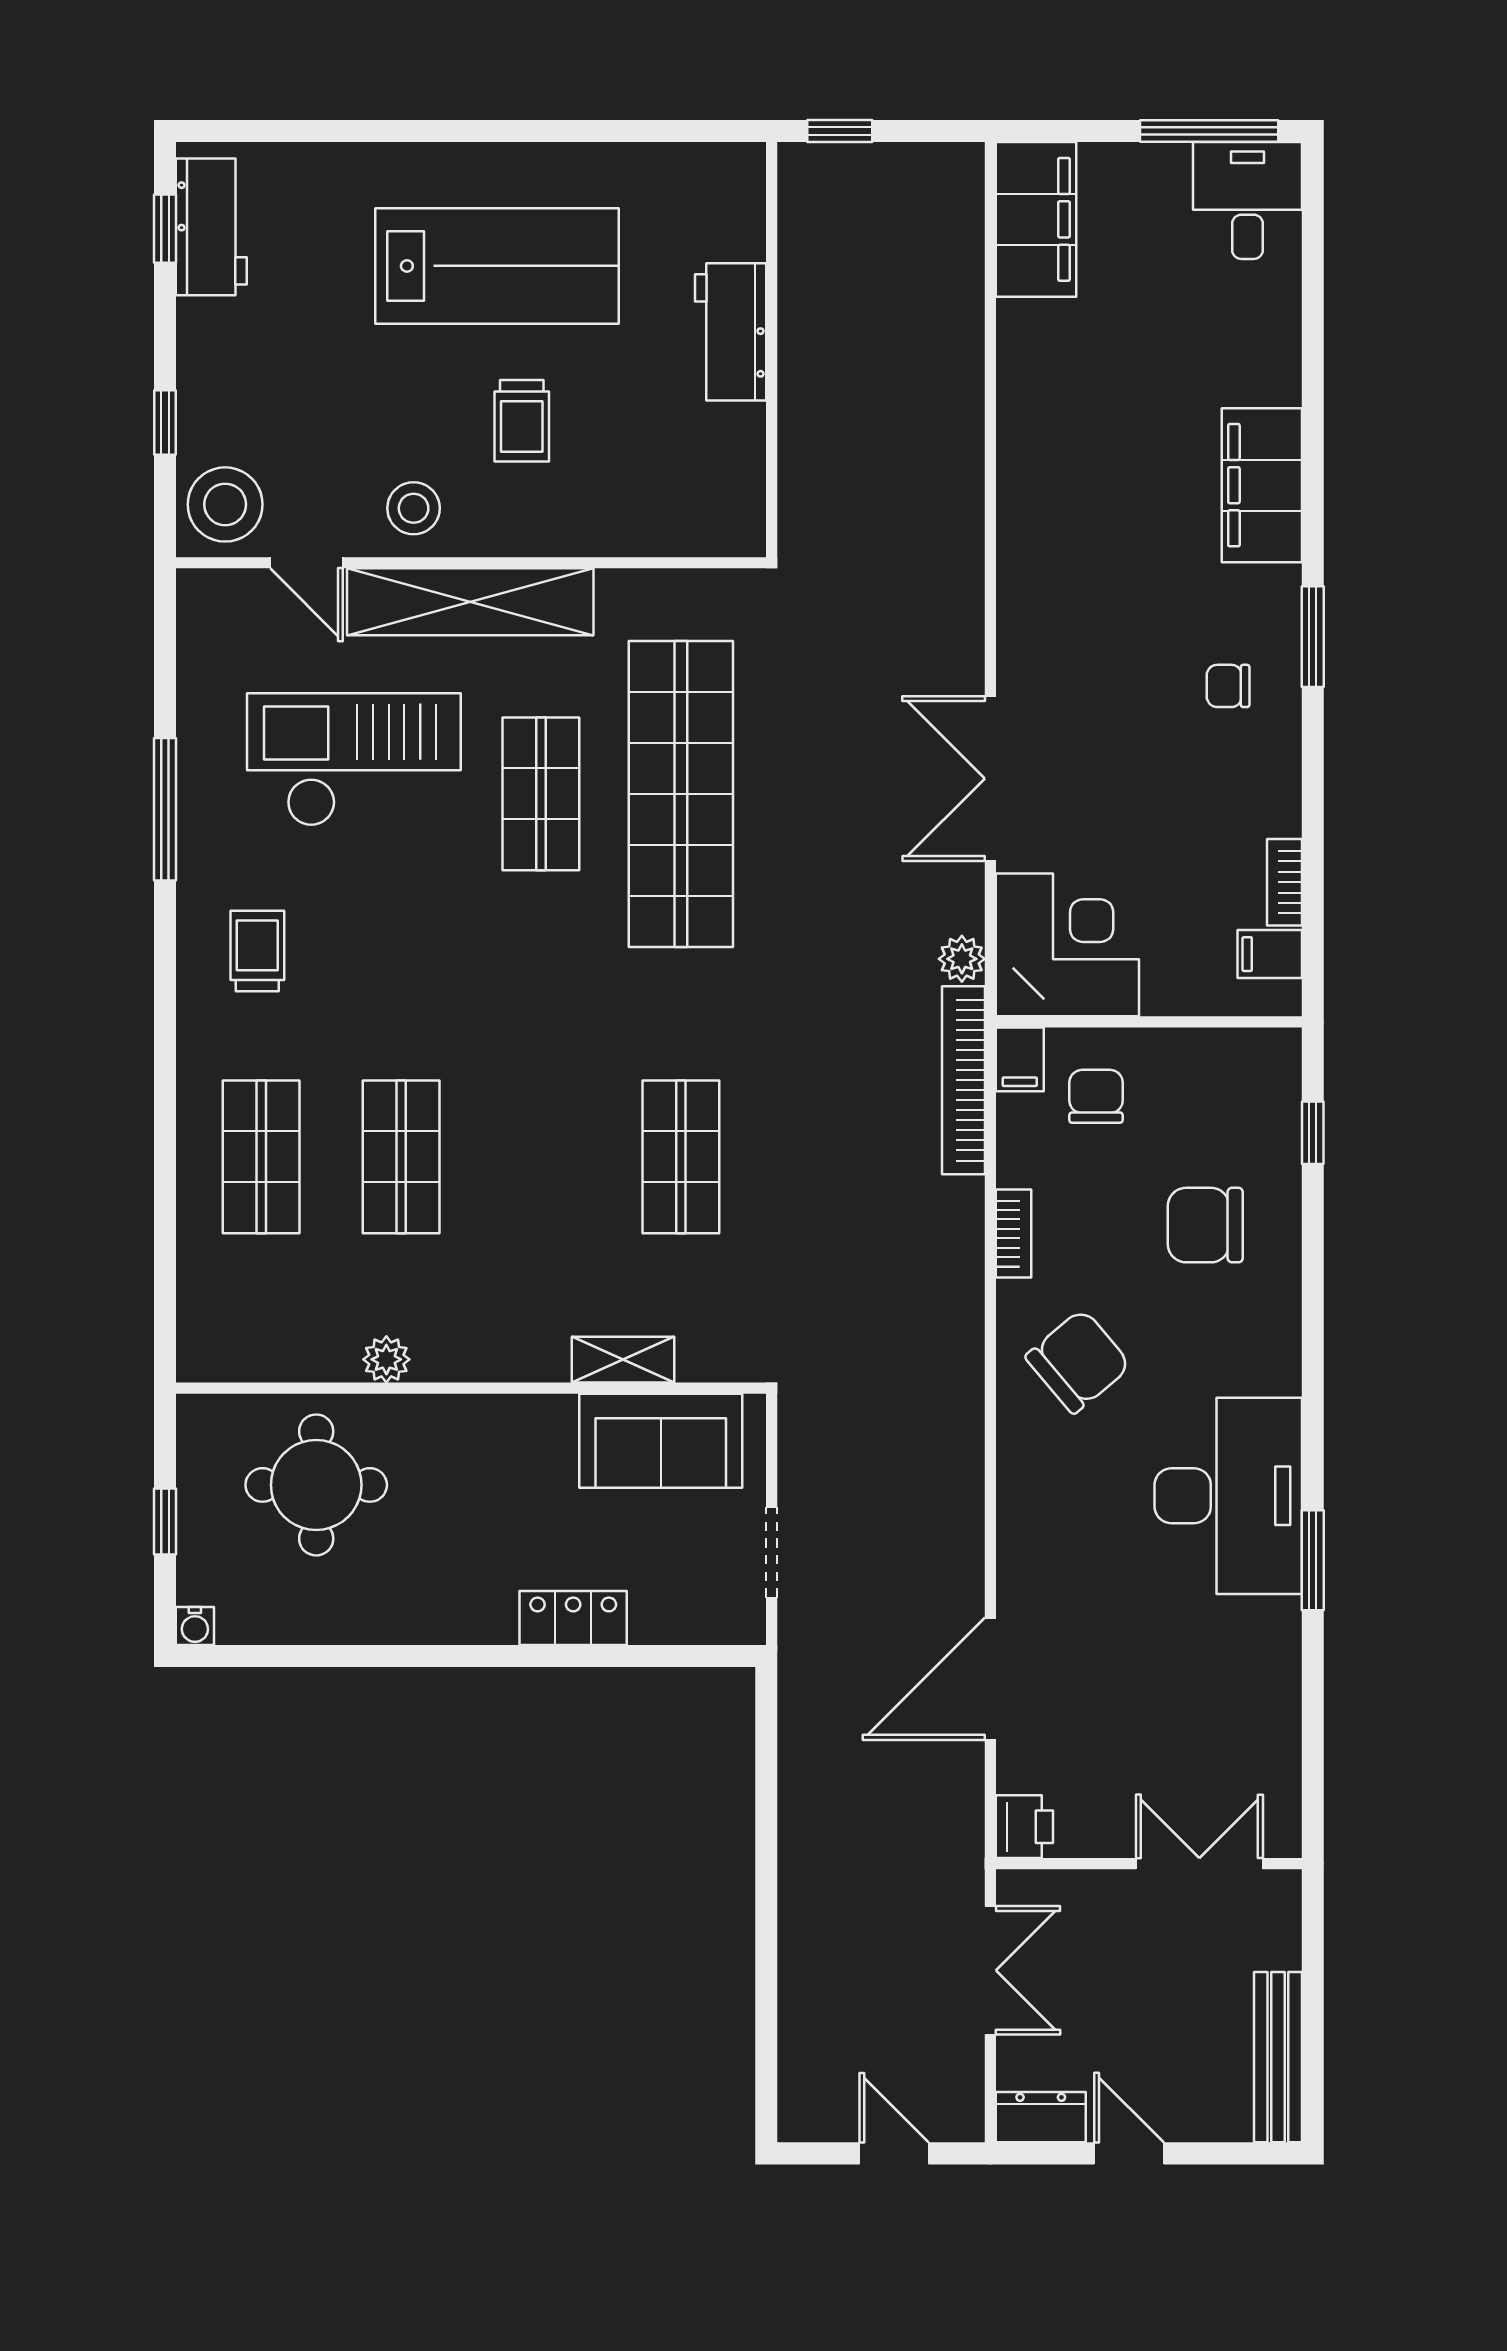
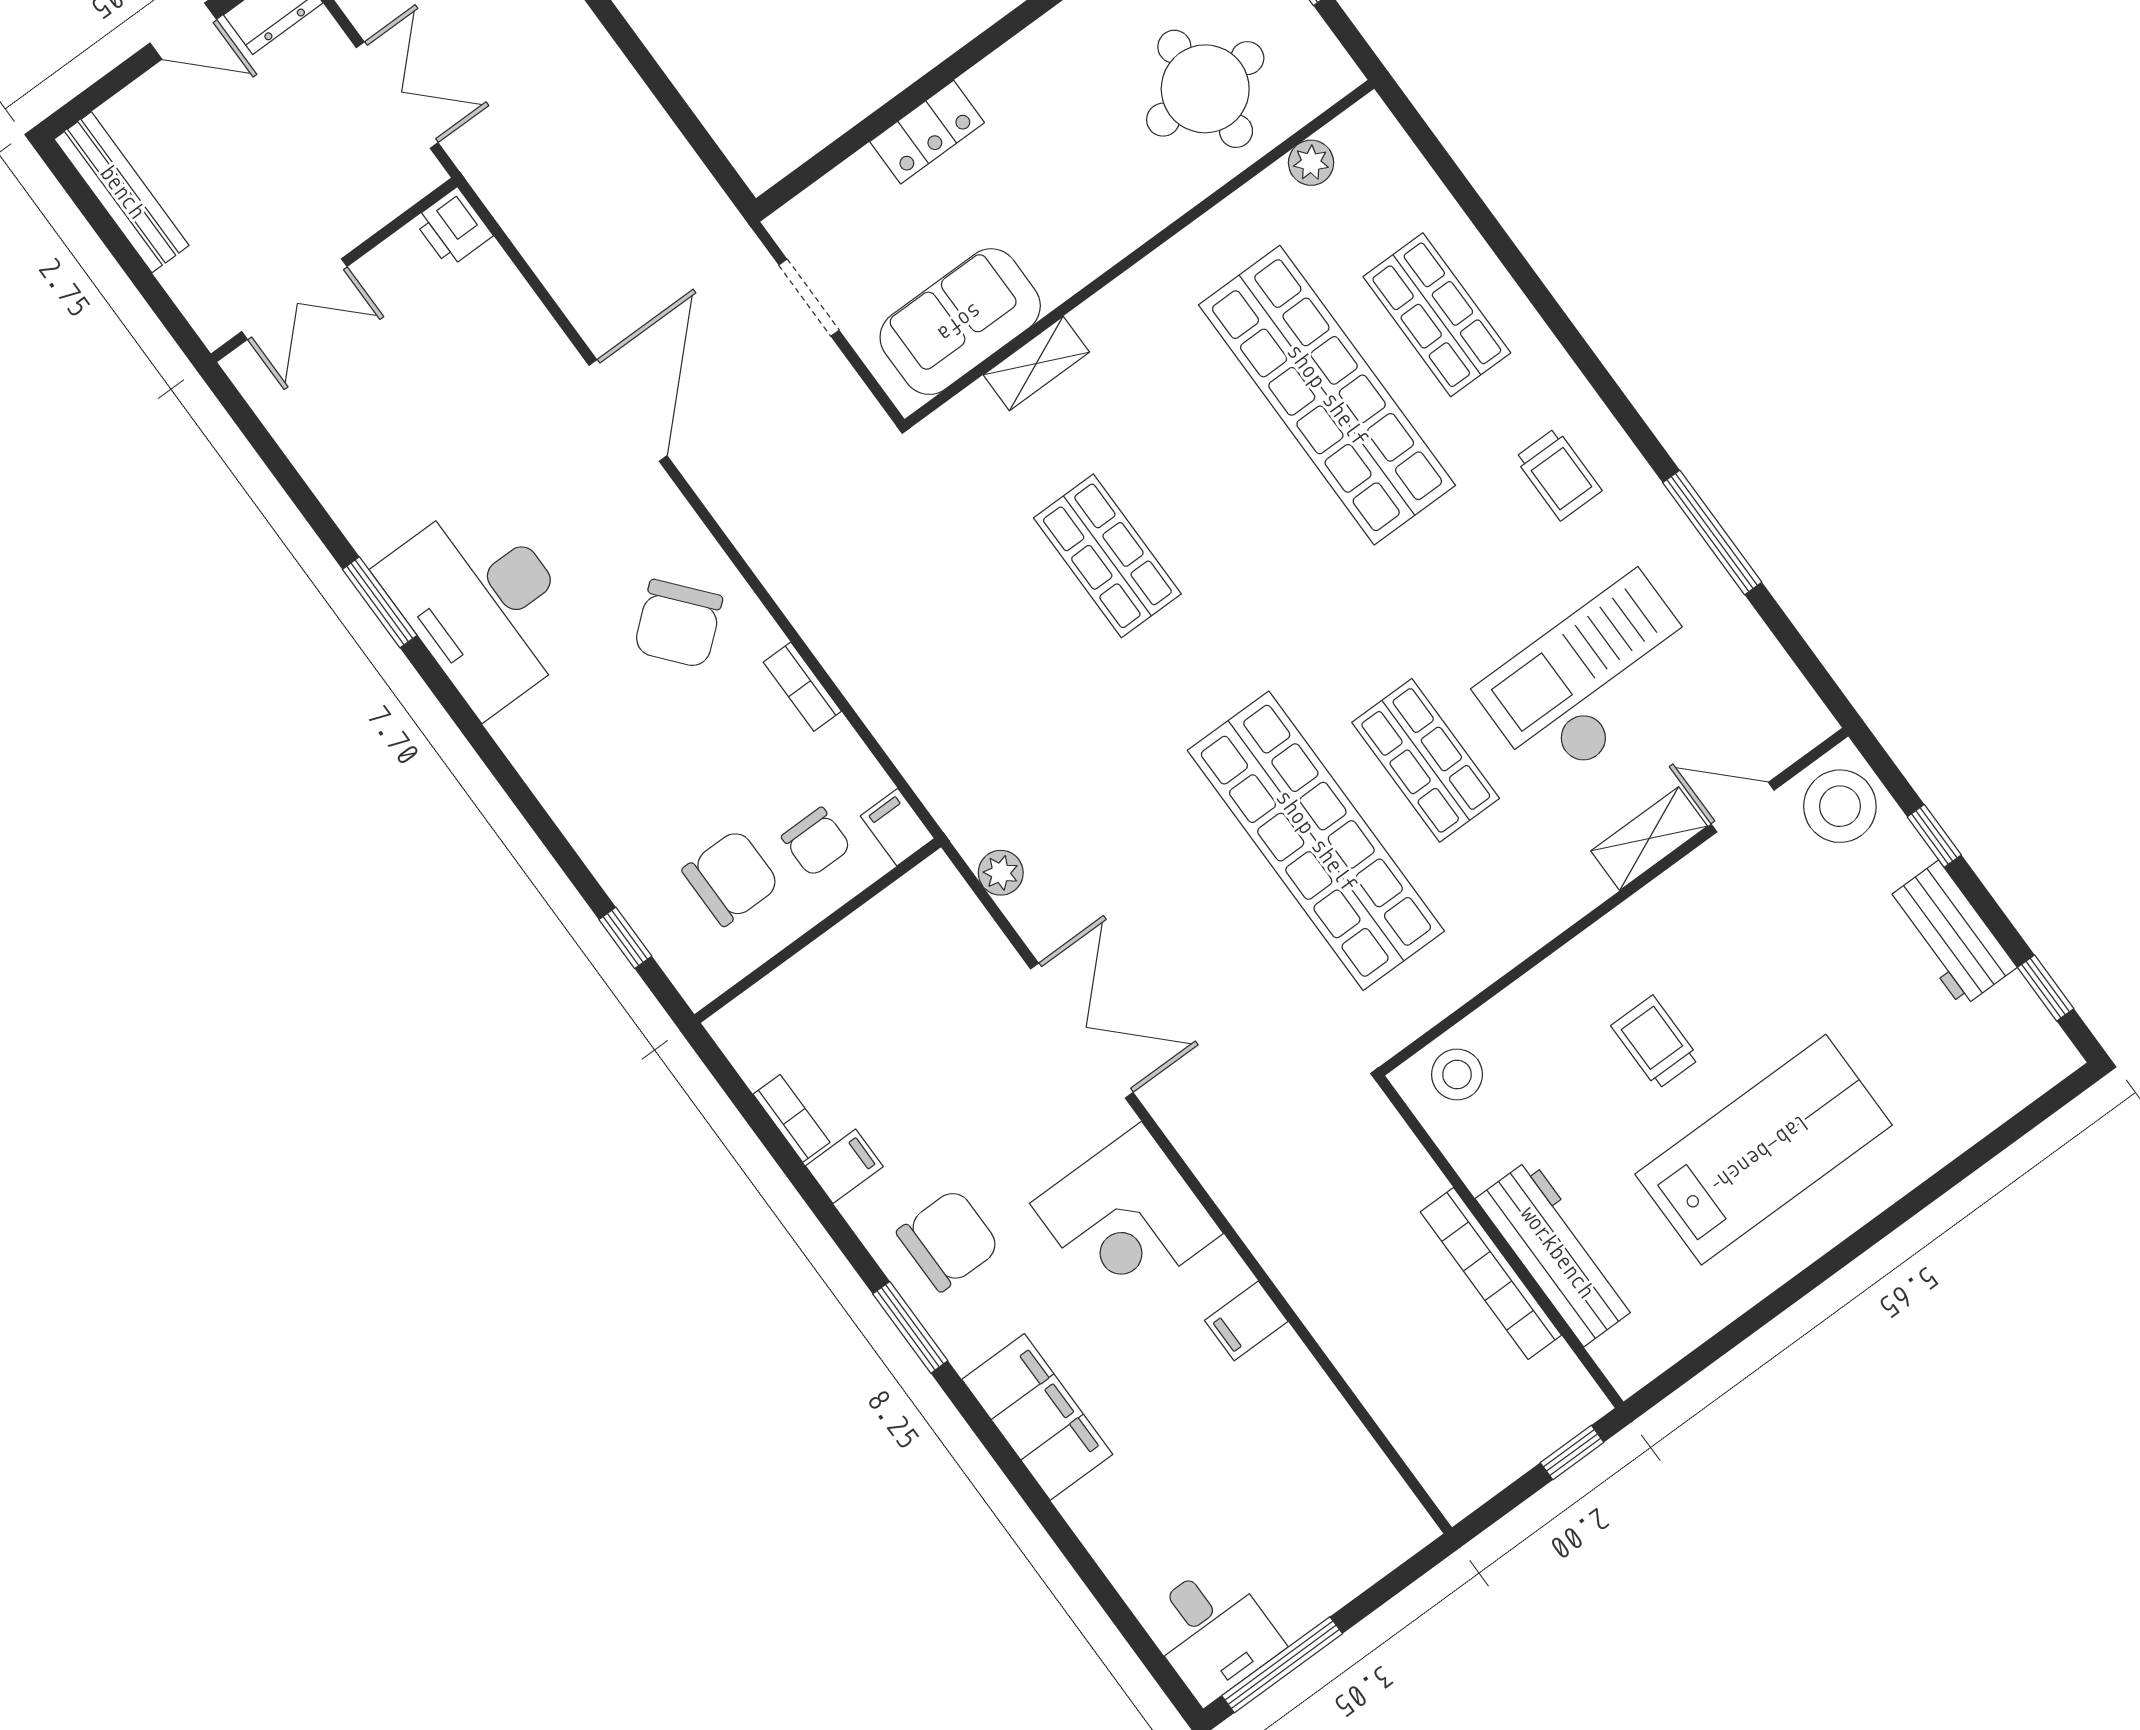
filing cabinet: (1036, 219) -> (1246, 1321), moved, width x0.33, depth x0.86
workbench: (211, 227) -> (1950, 934), moved
lab bench: (497, 266) -> (1764, 1150), turned 180
workbench: (731, 332) -> (1557, 1252), width x1.38
stool: (414, 508) -> (1457, 1075), moved
shelving: (470, 602) -> (1649, 839), width x0.45, depth x0.75
chair: (1228, 686) -> (948, 1240), width x1.87, depth x1.87
checkout: (354, 760) -> (1592, 680), turned 180
corner desk: (1067, 945) -> (1127, 1218), moved
filing cabinet: (1270, 954) -> (844, 1166), moved
bookcase: (963, 1080) -> (1491, 1274), moved, turned 180
shop shelf: (401, 1157) -> (1327, 395), width x2.00, depth x1.36
chair: (1205, 1225) -> (731, 878), moved
plant: (386, 1359) -> (1311, 163), moved
door: (990, 1679) -> (628, 410), moved
double door: (990, 1970) -> (397, 95), swing flipped

